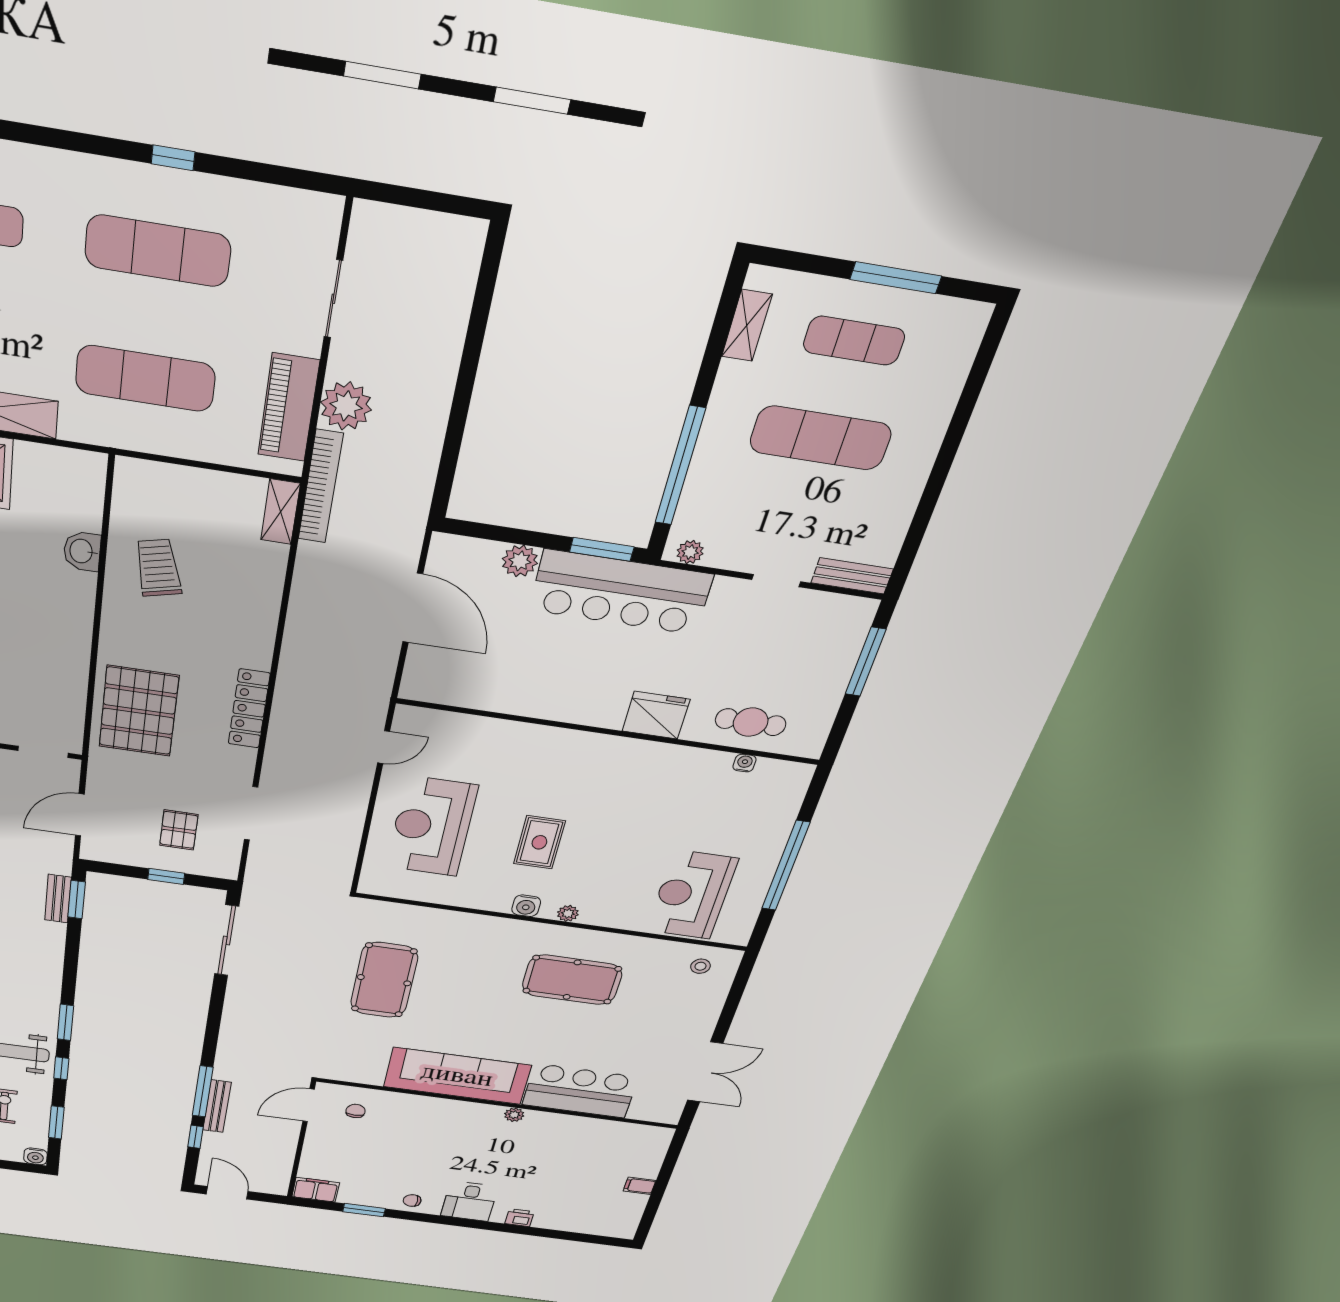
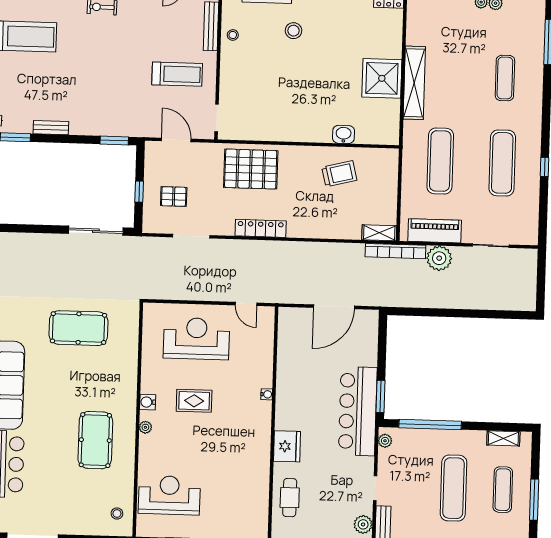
plant: (520, 561) -> (363, 524), moved
water cooler: (745, 763) -> (267, 394), moved
bench: (58, 899) -> (51, 128), moved

